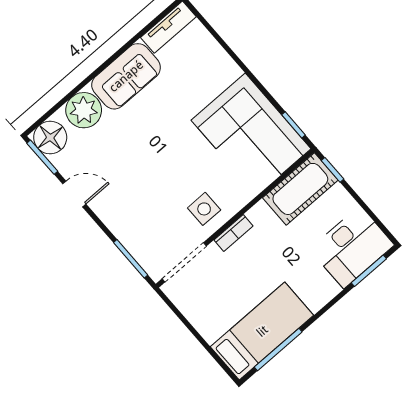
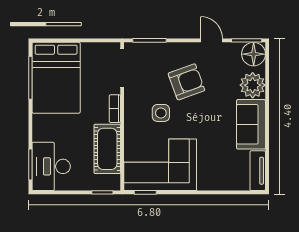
armchair: (140, 182) -> (186, 82), added
cot: (300, 189) -> (107, 149), moved
door: (74, 194) -> (212, 40), swing flipped
side table: (204, 209) -> (161, 113), moved
bed: (262, 331) -> (56, 78), width x1.50

